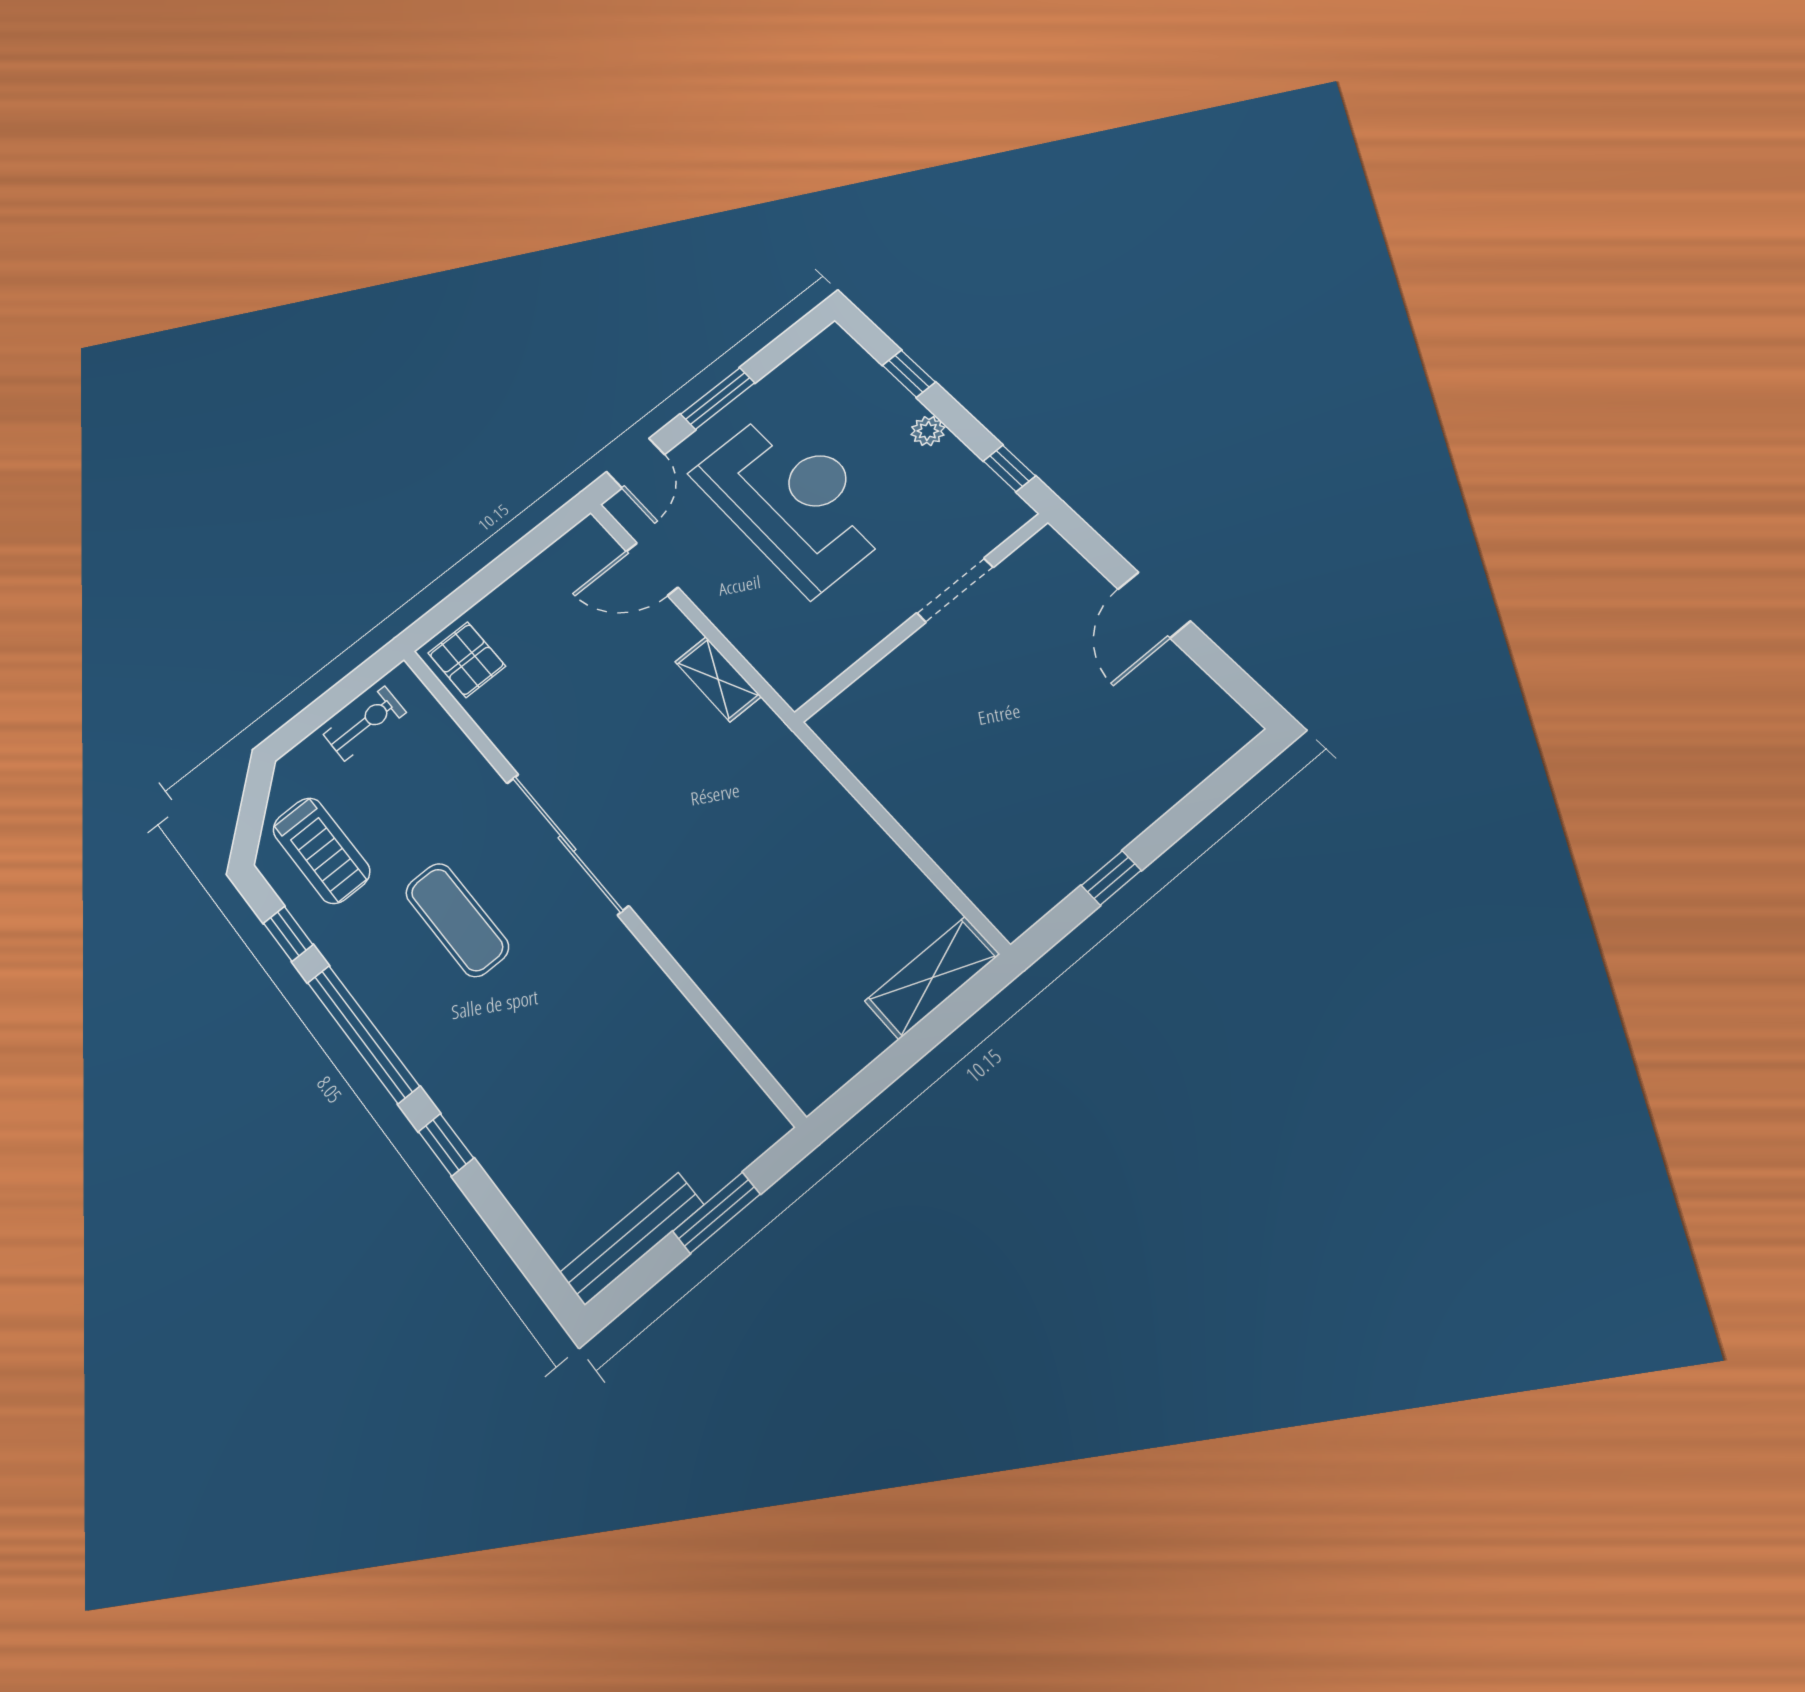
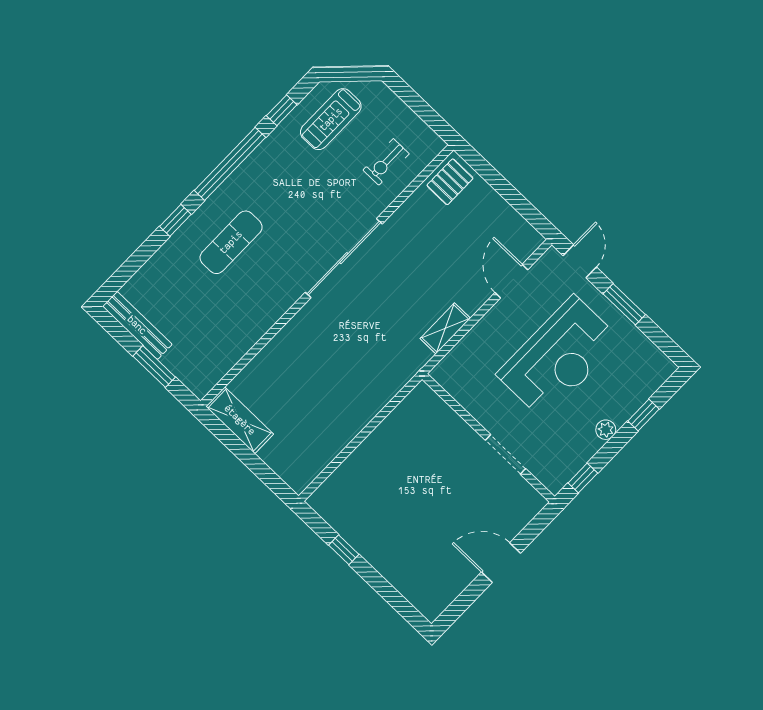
door: (636, 463) -> (580, 261), swing flipped
exercise bike: (365, 723) -> (386, 162), moved, turned 90
exercise mat: (457, 920) -> (231, 242), moved
shelving: (932, 978) -> (240, 420), moved

